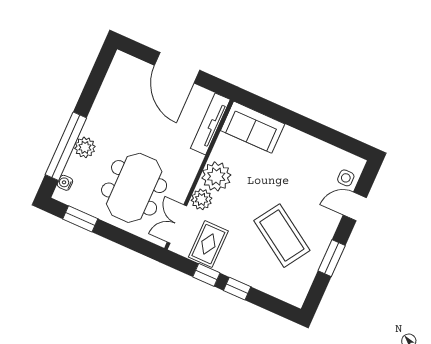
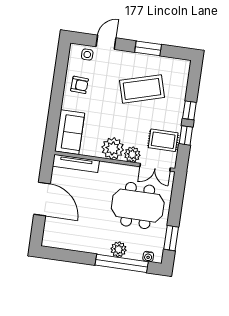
door: (177, 68) -> (42, 199), hinge flipped
armchair: (310, 157) -> (79, 85), added
door: (355, 206) -> (106, 42), swing flipped
coffee table: (282, 236) -> (142, 89), turned 41

